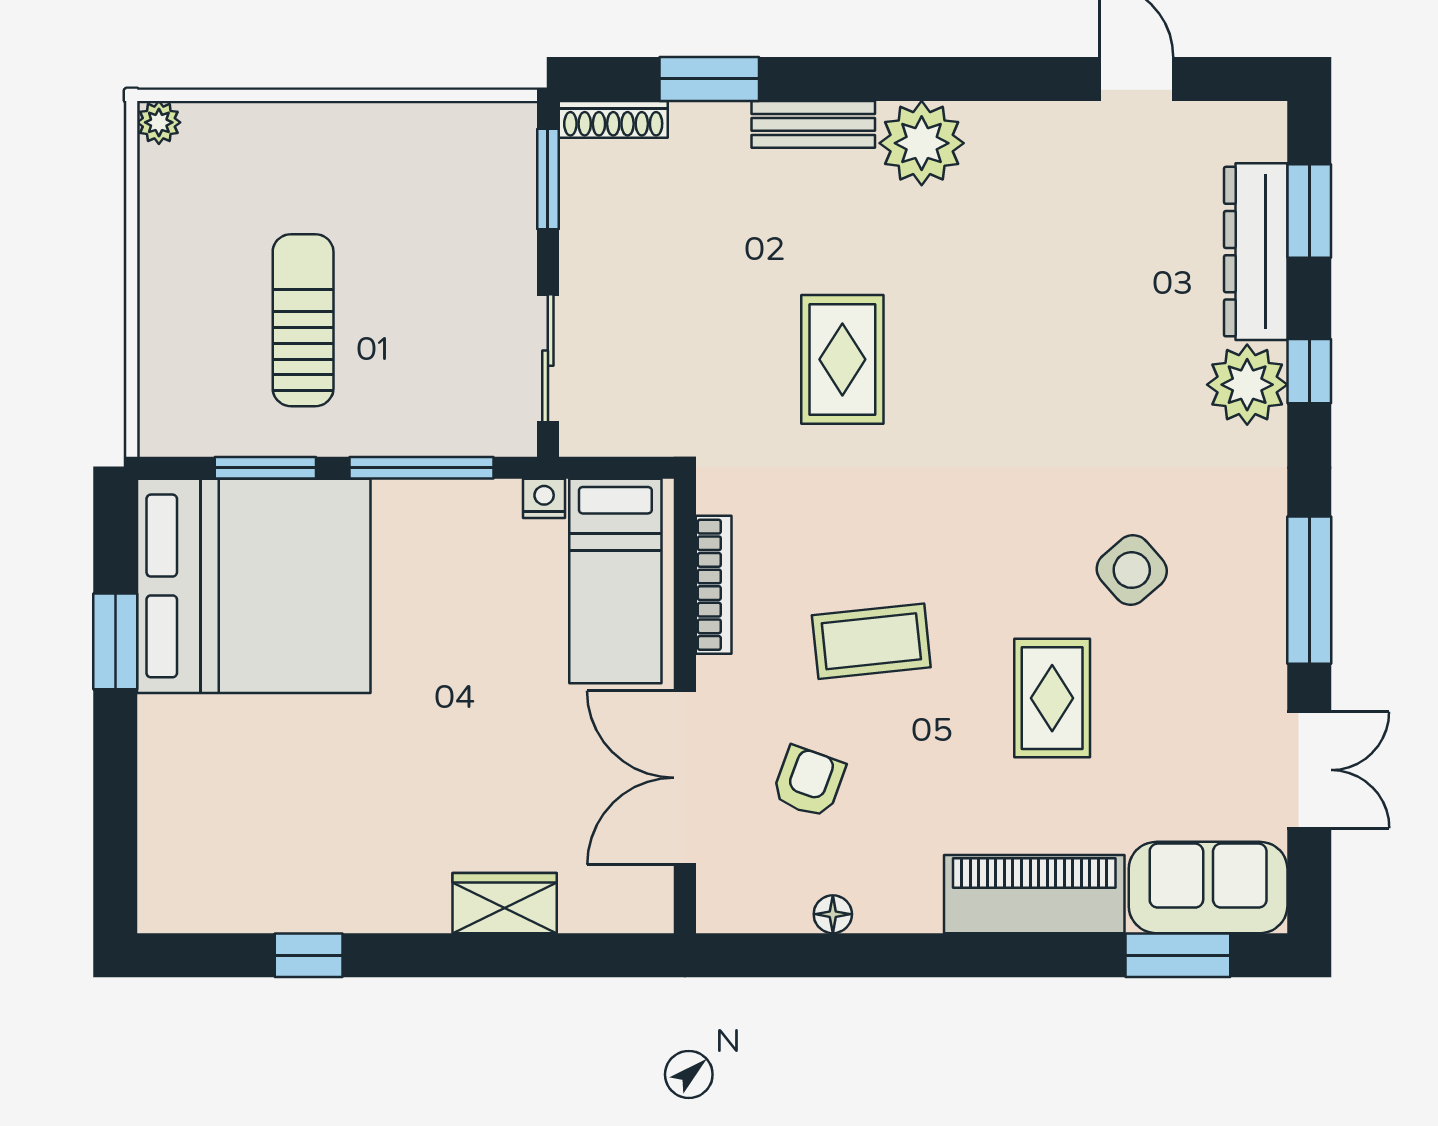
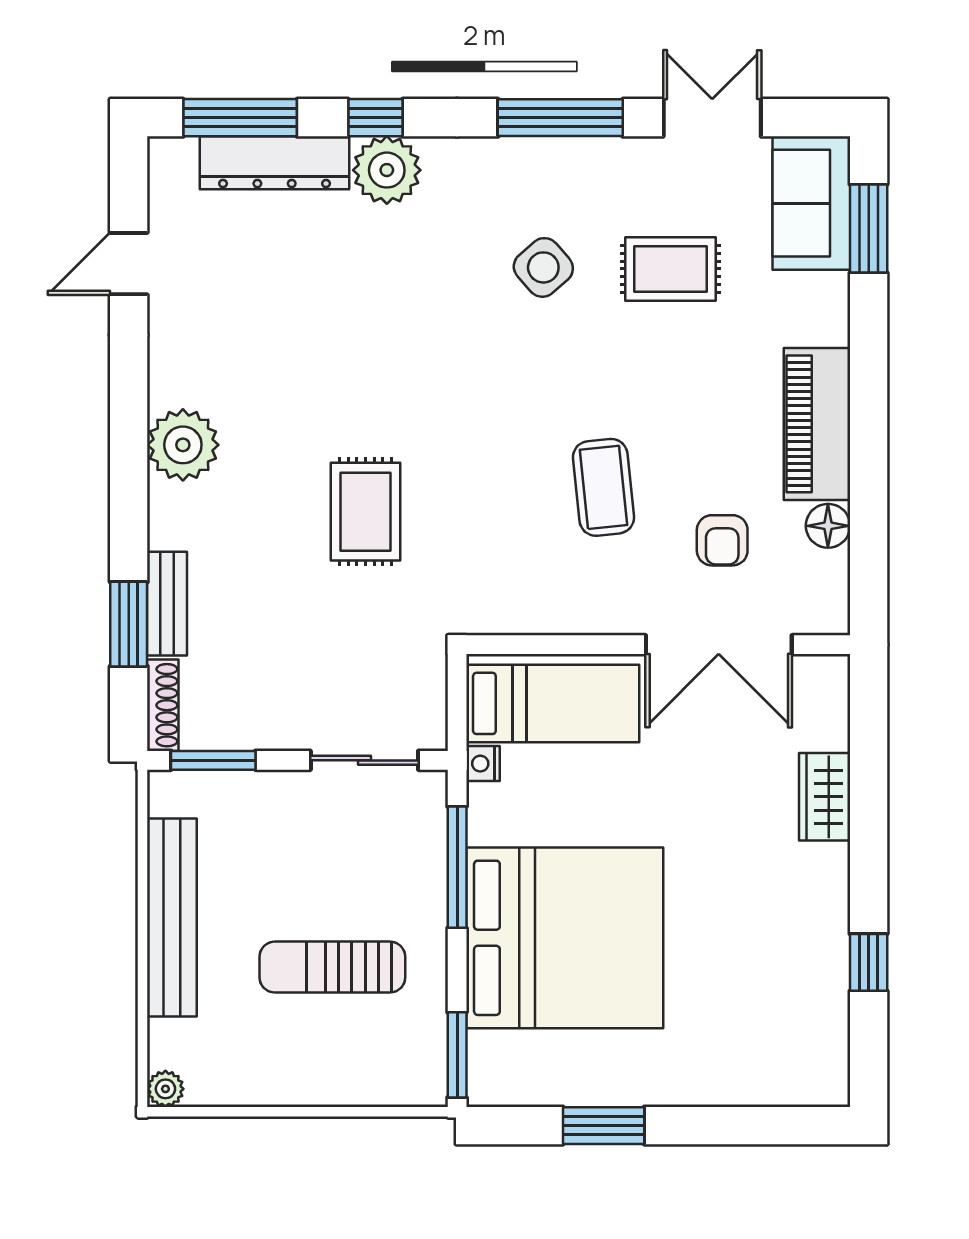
bench: (813, 124) -> (167, 604), moved
bench: (362, 130) -> (172, 918), added
window: (1309, 211) -> (240, 118), width x1.44
rug: (842, 359) -> (366, 512), turned 90
window: (265, 468) -> (457, 1055), moved
bookcase: (714, 585) -> (556, 621), removed
bed: (254, 586) -> (565, 938), moved, turned 90
rug: (1052, 698) -> (671, 269), moved
armchair: (809, 782) -> (722, 540), turned -110
piano: (1034, 894) -> (817, 424), moved
floor lamp: (833, 914) -> (828, 526), width x1.37, depth x1.37

